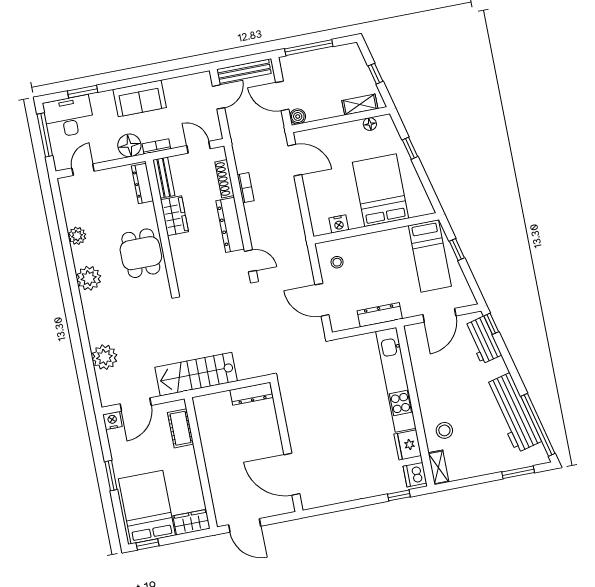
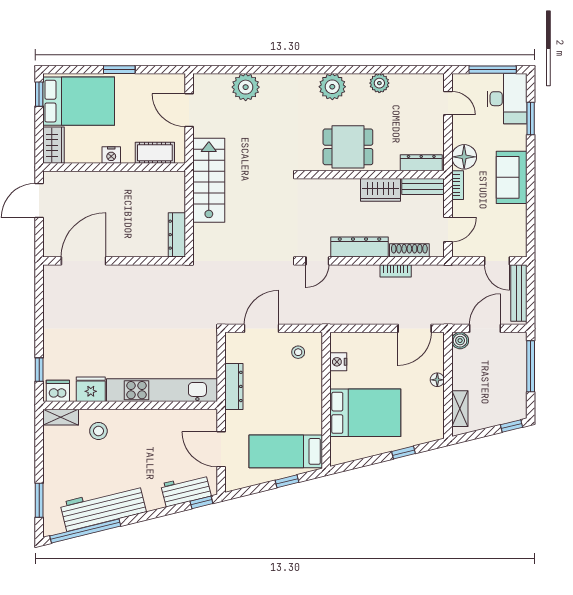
window: (375, 74) -> (512, 426), moved
floor lamp: (370, 124) -> (437, 380), moved
nightstand: (112, 421) -> (111, 155), moved, turned 90

